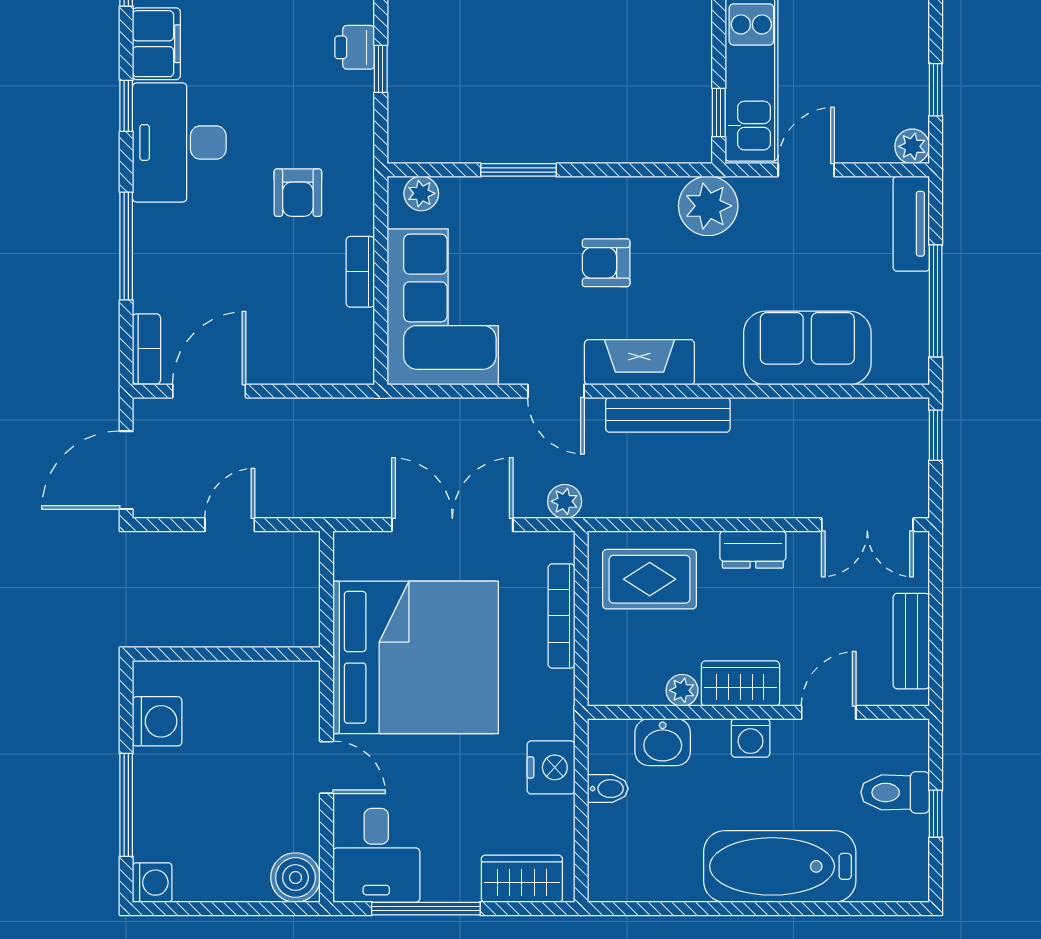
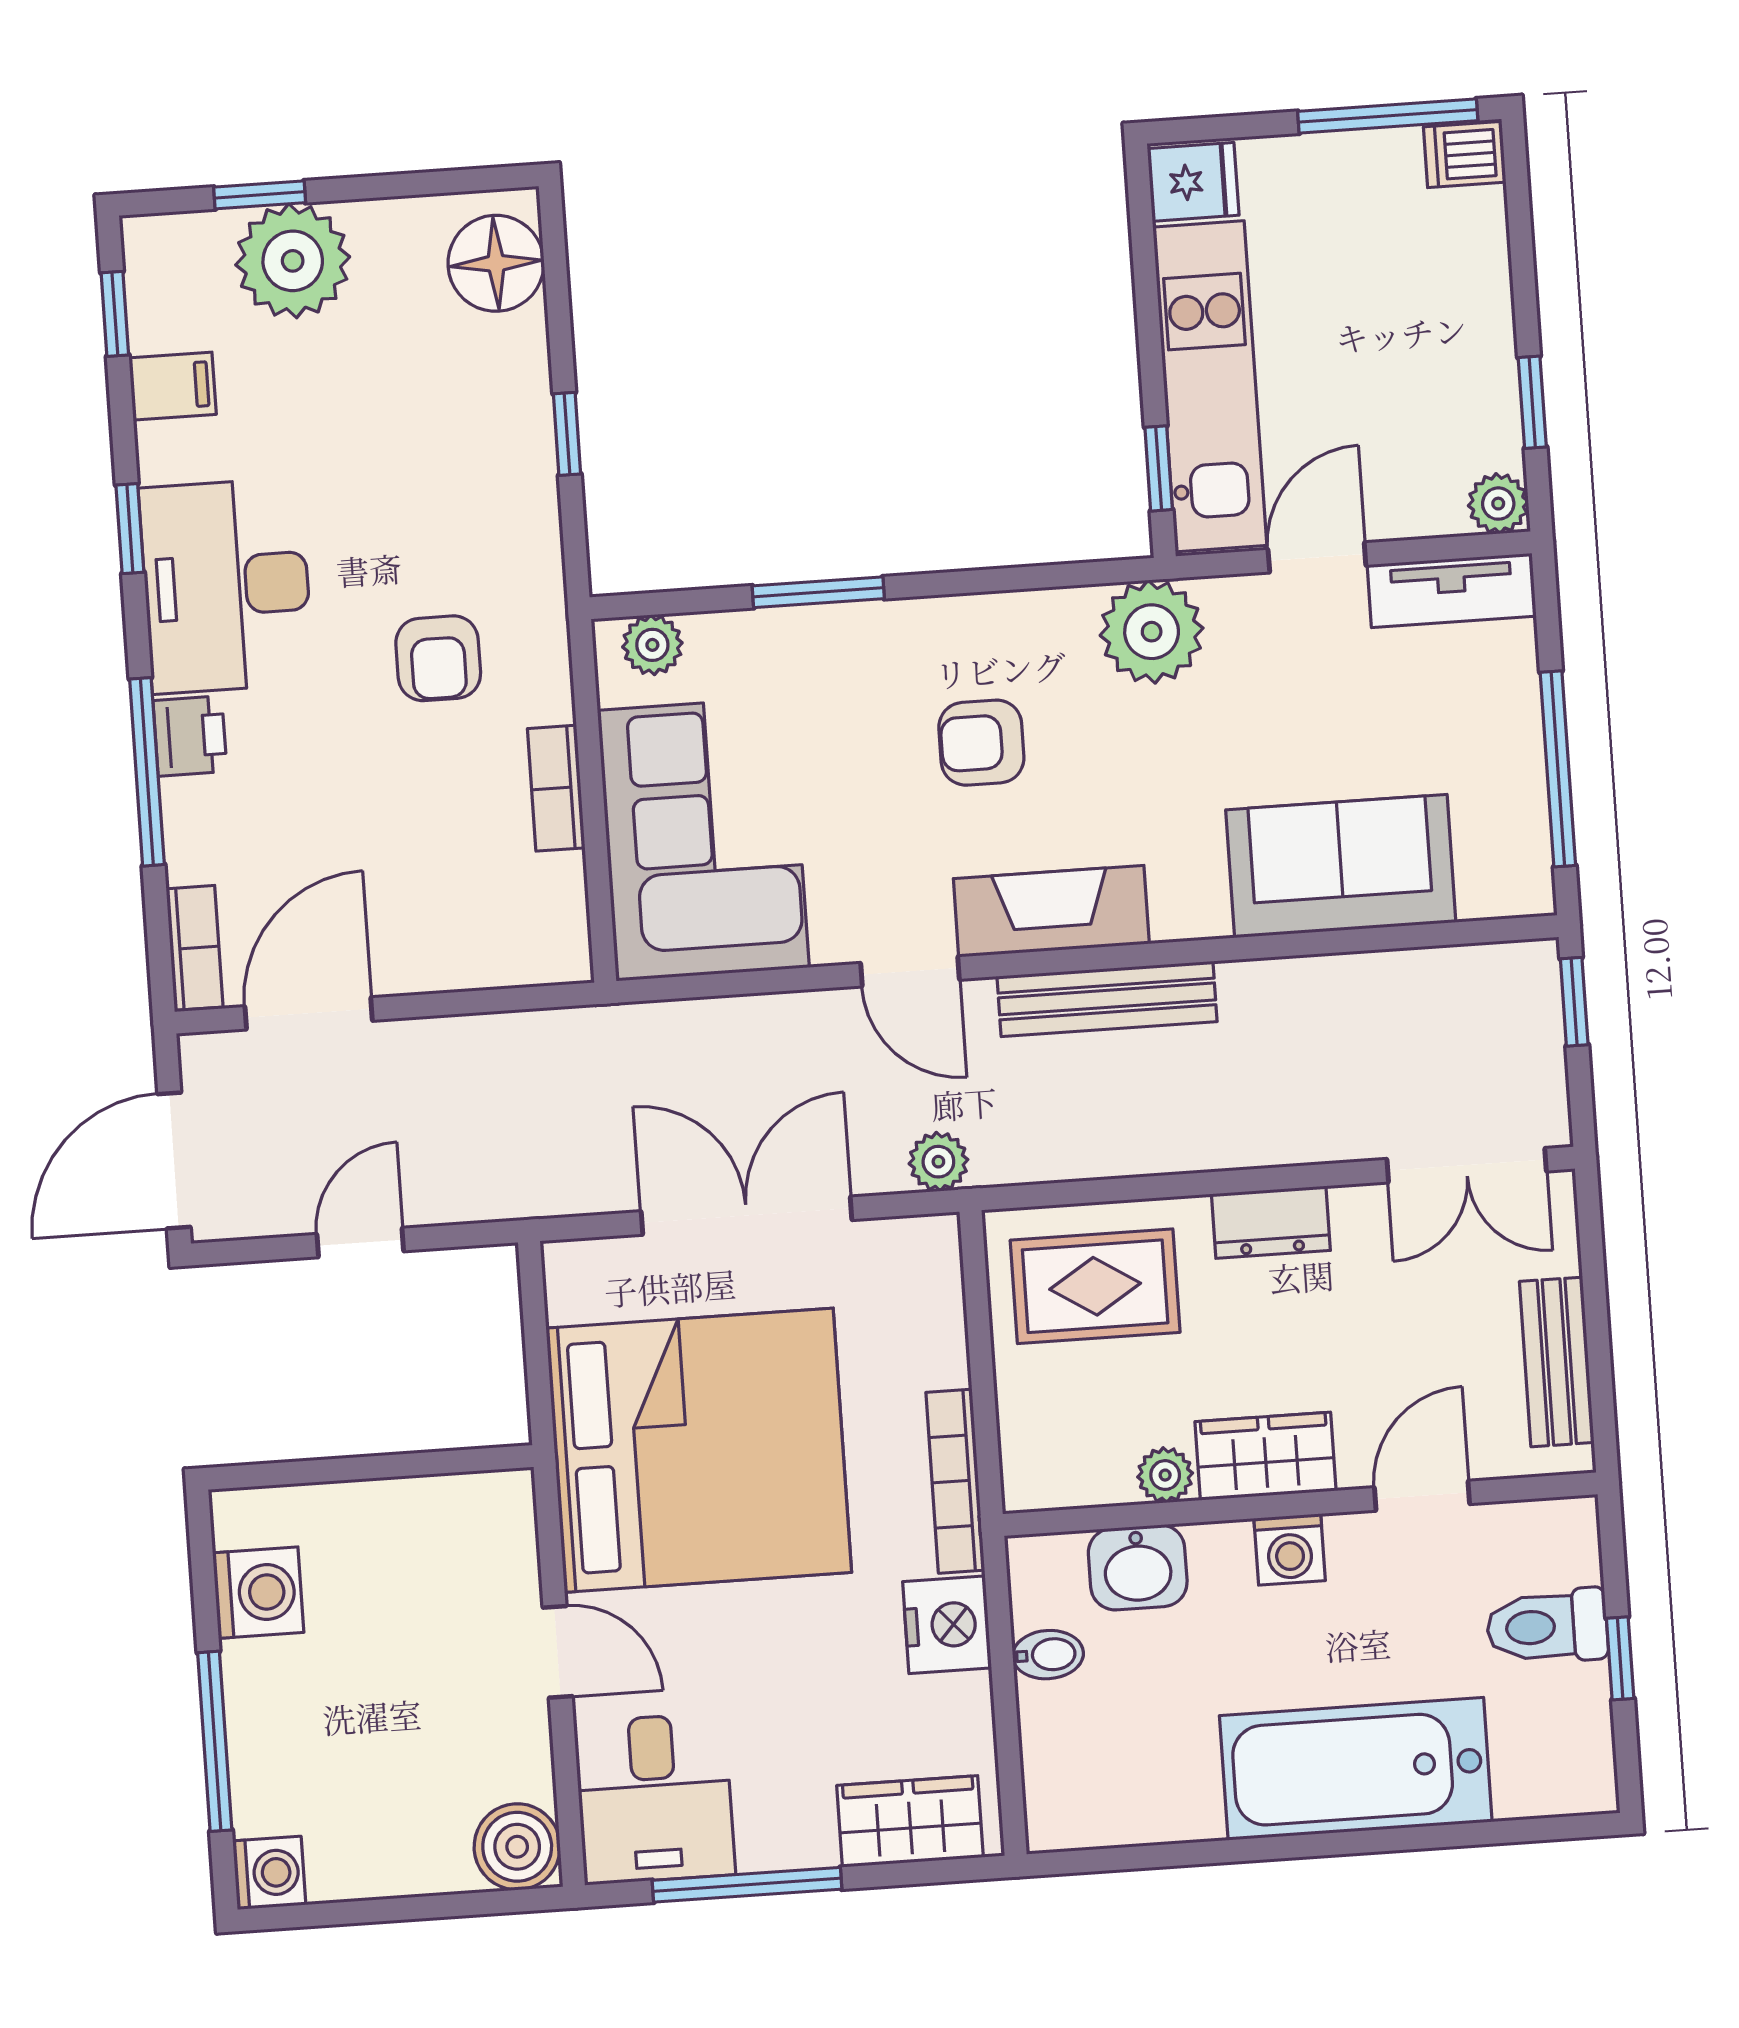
filing cabinet: (156, 44) -> (173, 386), width x0.50
printer: (355, 47) -> (190, 736), moved, turned 180
tv unit: (911, 224) -> (1452, 590), moved, turned -90
bookcase: (561, 616) -> (955, 1481), moved

